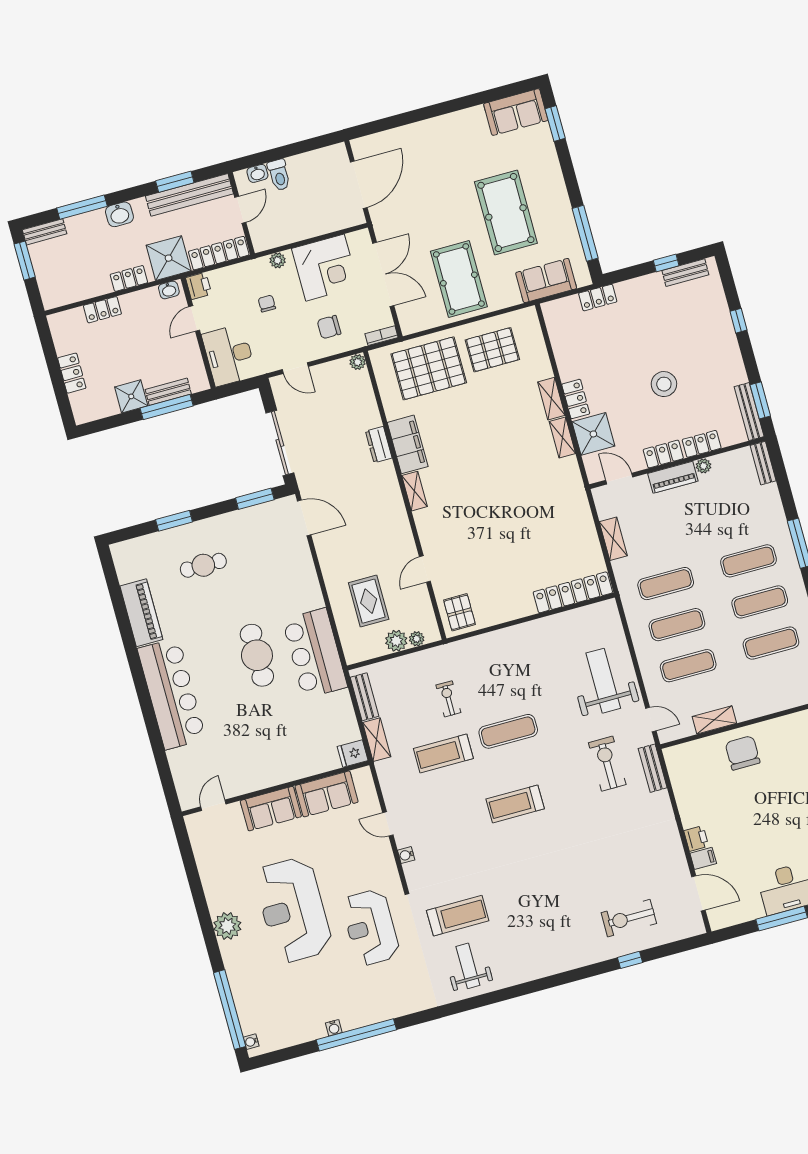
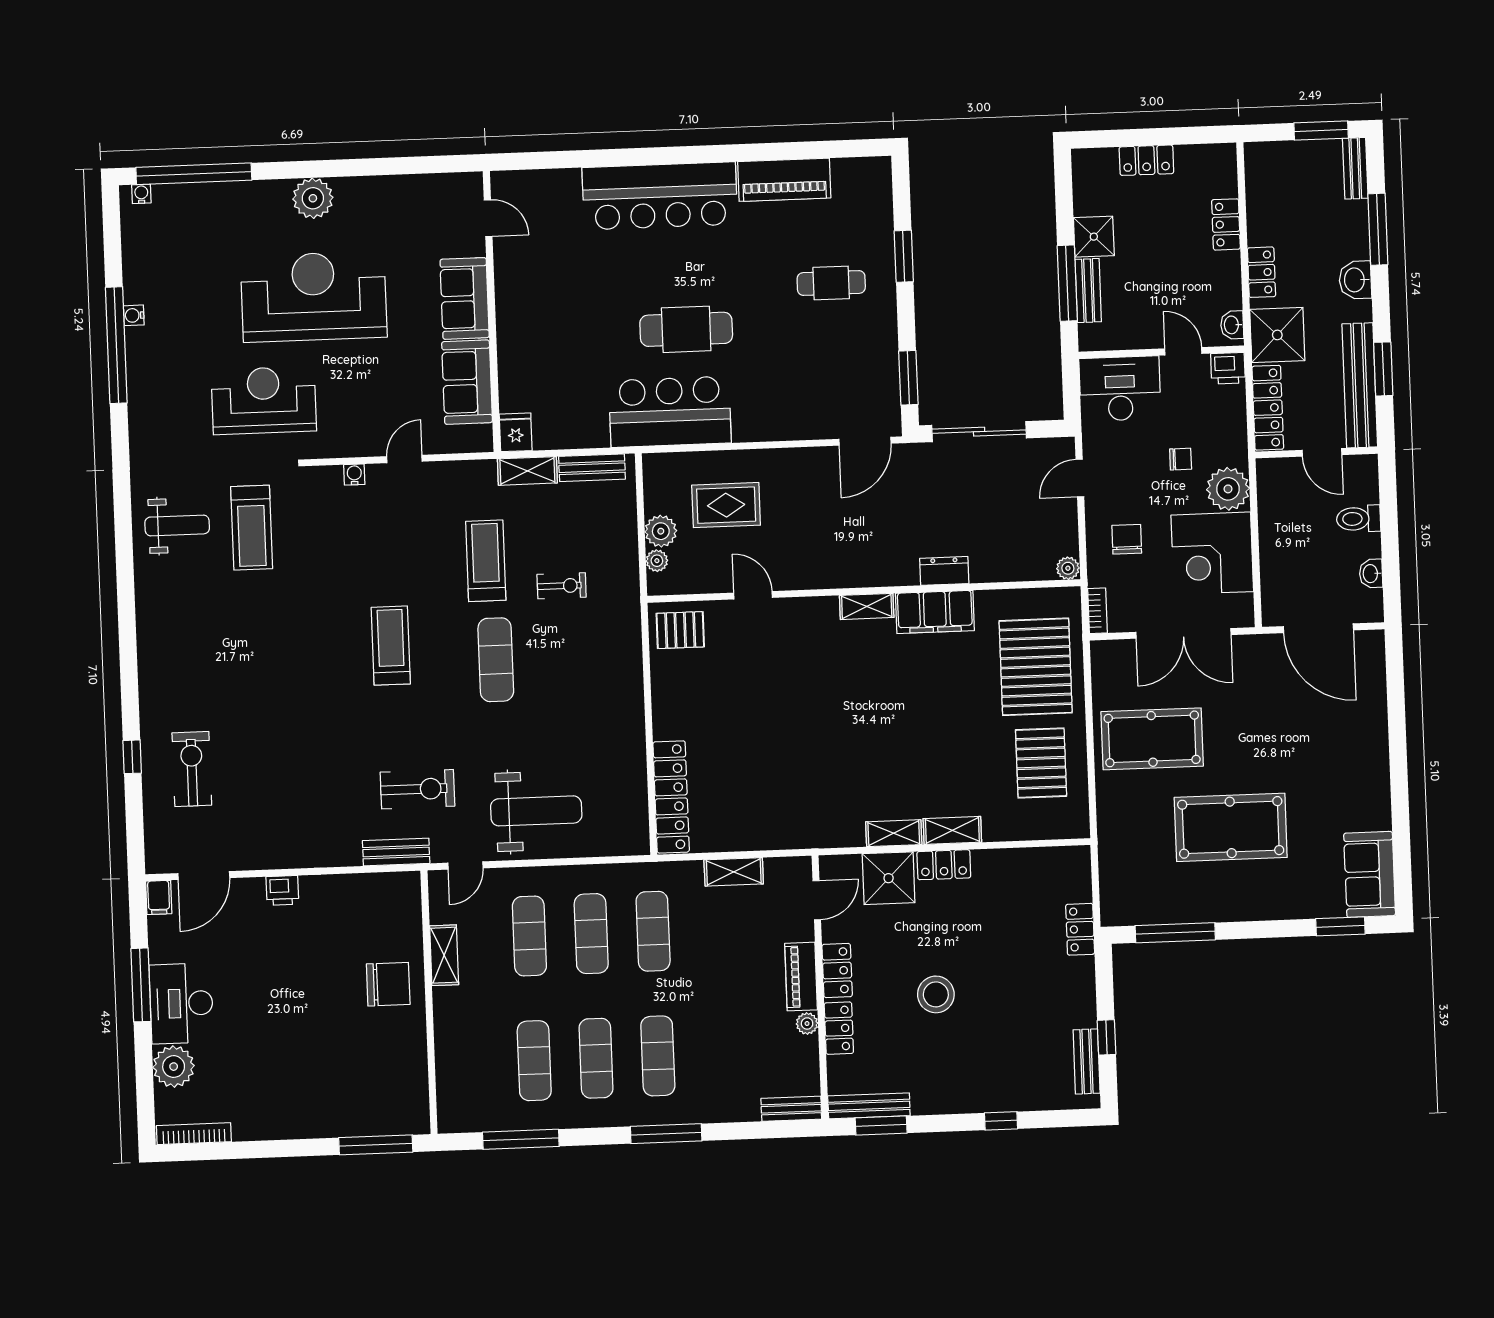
washbasin: (257, 173) -> (1371, 574), moved
plant: (278, 260) -> (1228, 489), width x1.87, depth x1.87
sofa: (546, 281) -> (1121, 862), removed
cafe table: (203, 565) -> (831, 283), turned 90
filing cabinet: (703, 858) -> (159, 897), moved

